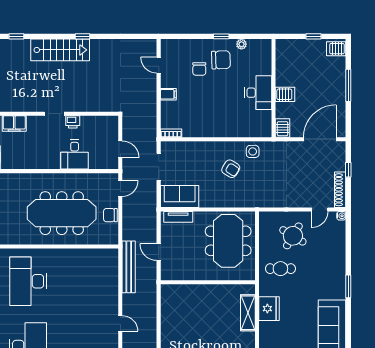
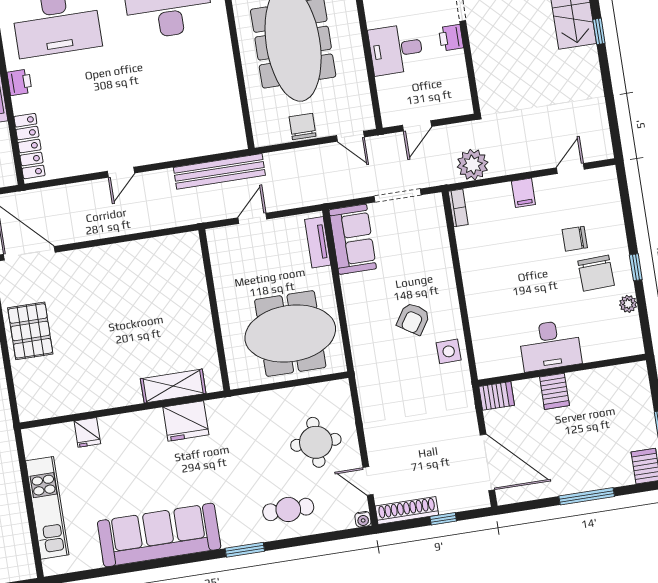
plant: (148, 121) -> (473, 165), added
round table: (293, 236) -> (316, 442), turned -31
cafe table: (280, 269) -> (288, 509), moved, turned 90

